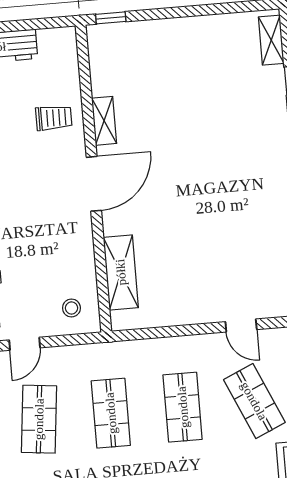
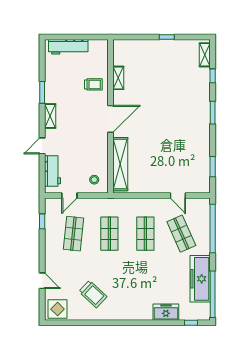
window: (111, 18) -> (167, 37), moved
shelving: (104, 121) -> (118, 78), moved
shelving: (121, 272) -> (120, 164), width x1.47

